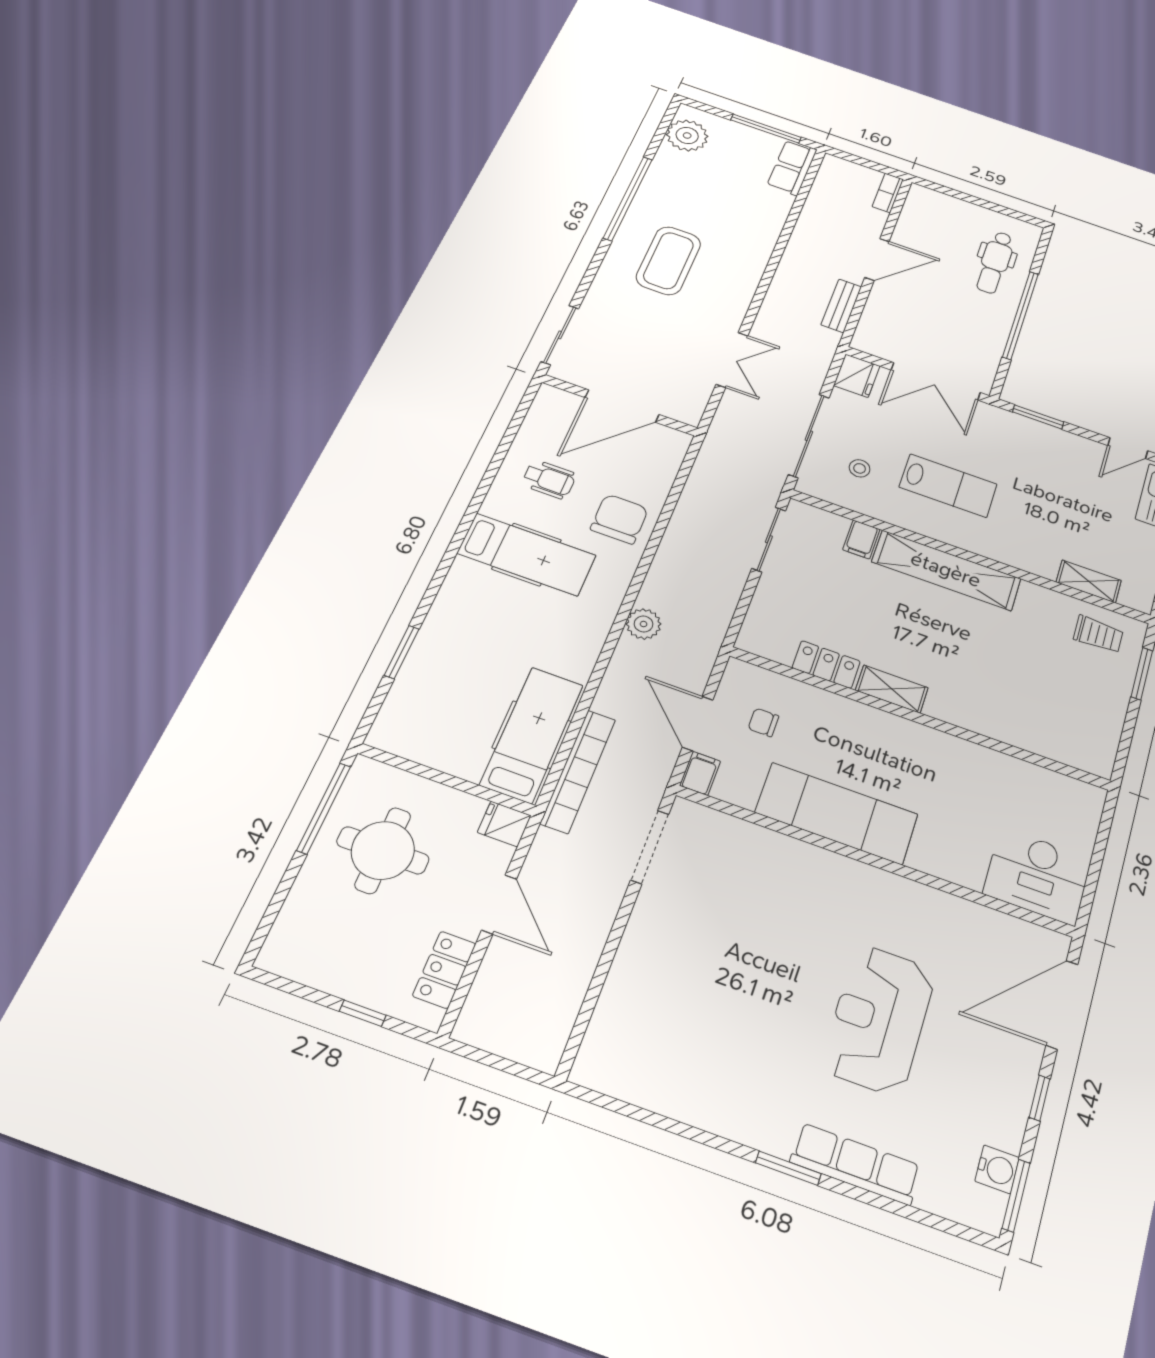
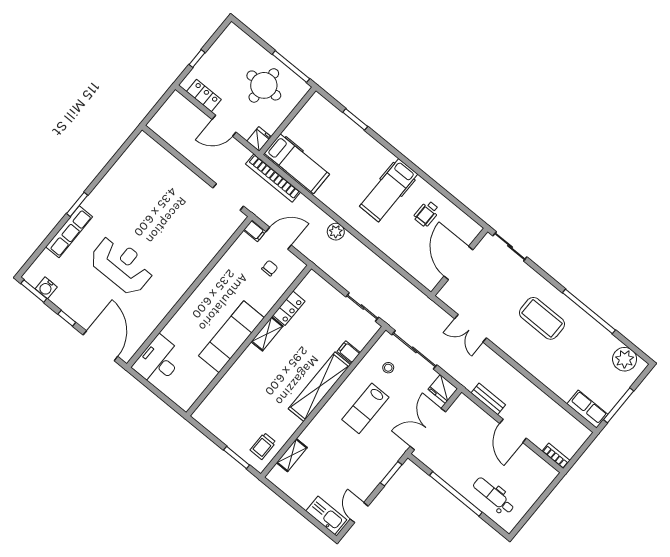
chair: (619, 519) -> (395, 240), removed
exam couch: (837, 813) -> (231, 337), moved, turned 180

